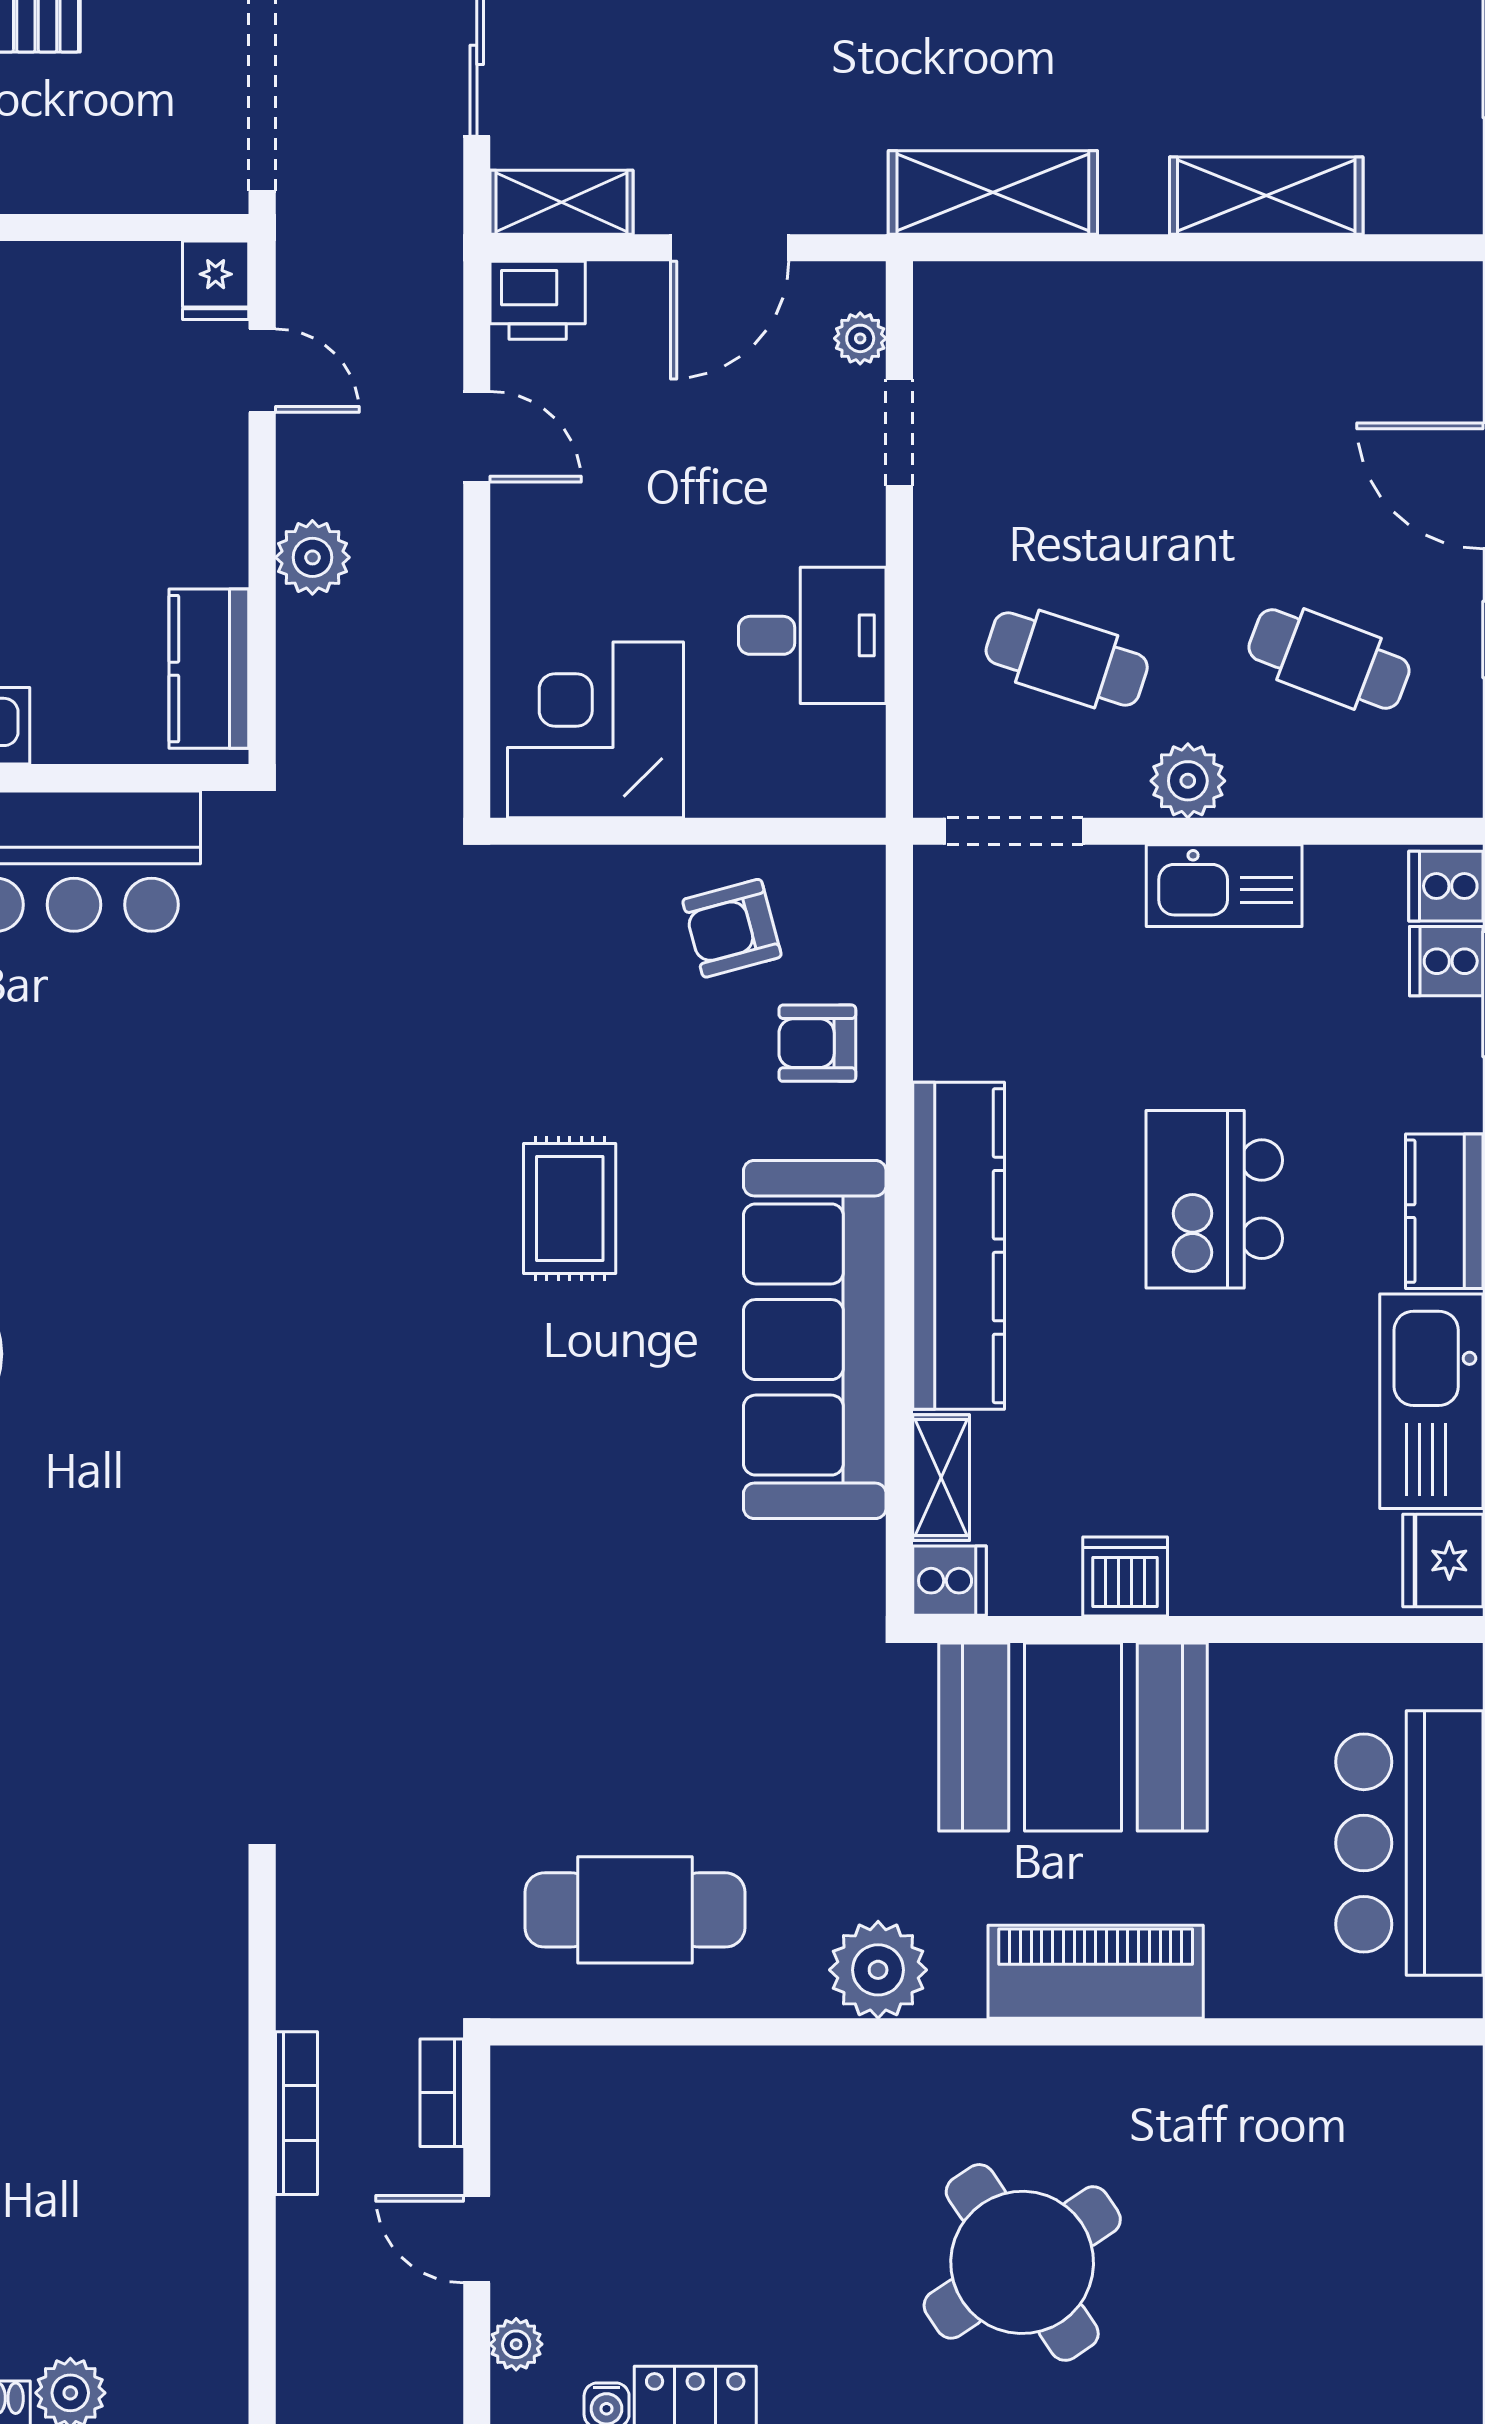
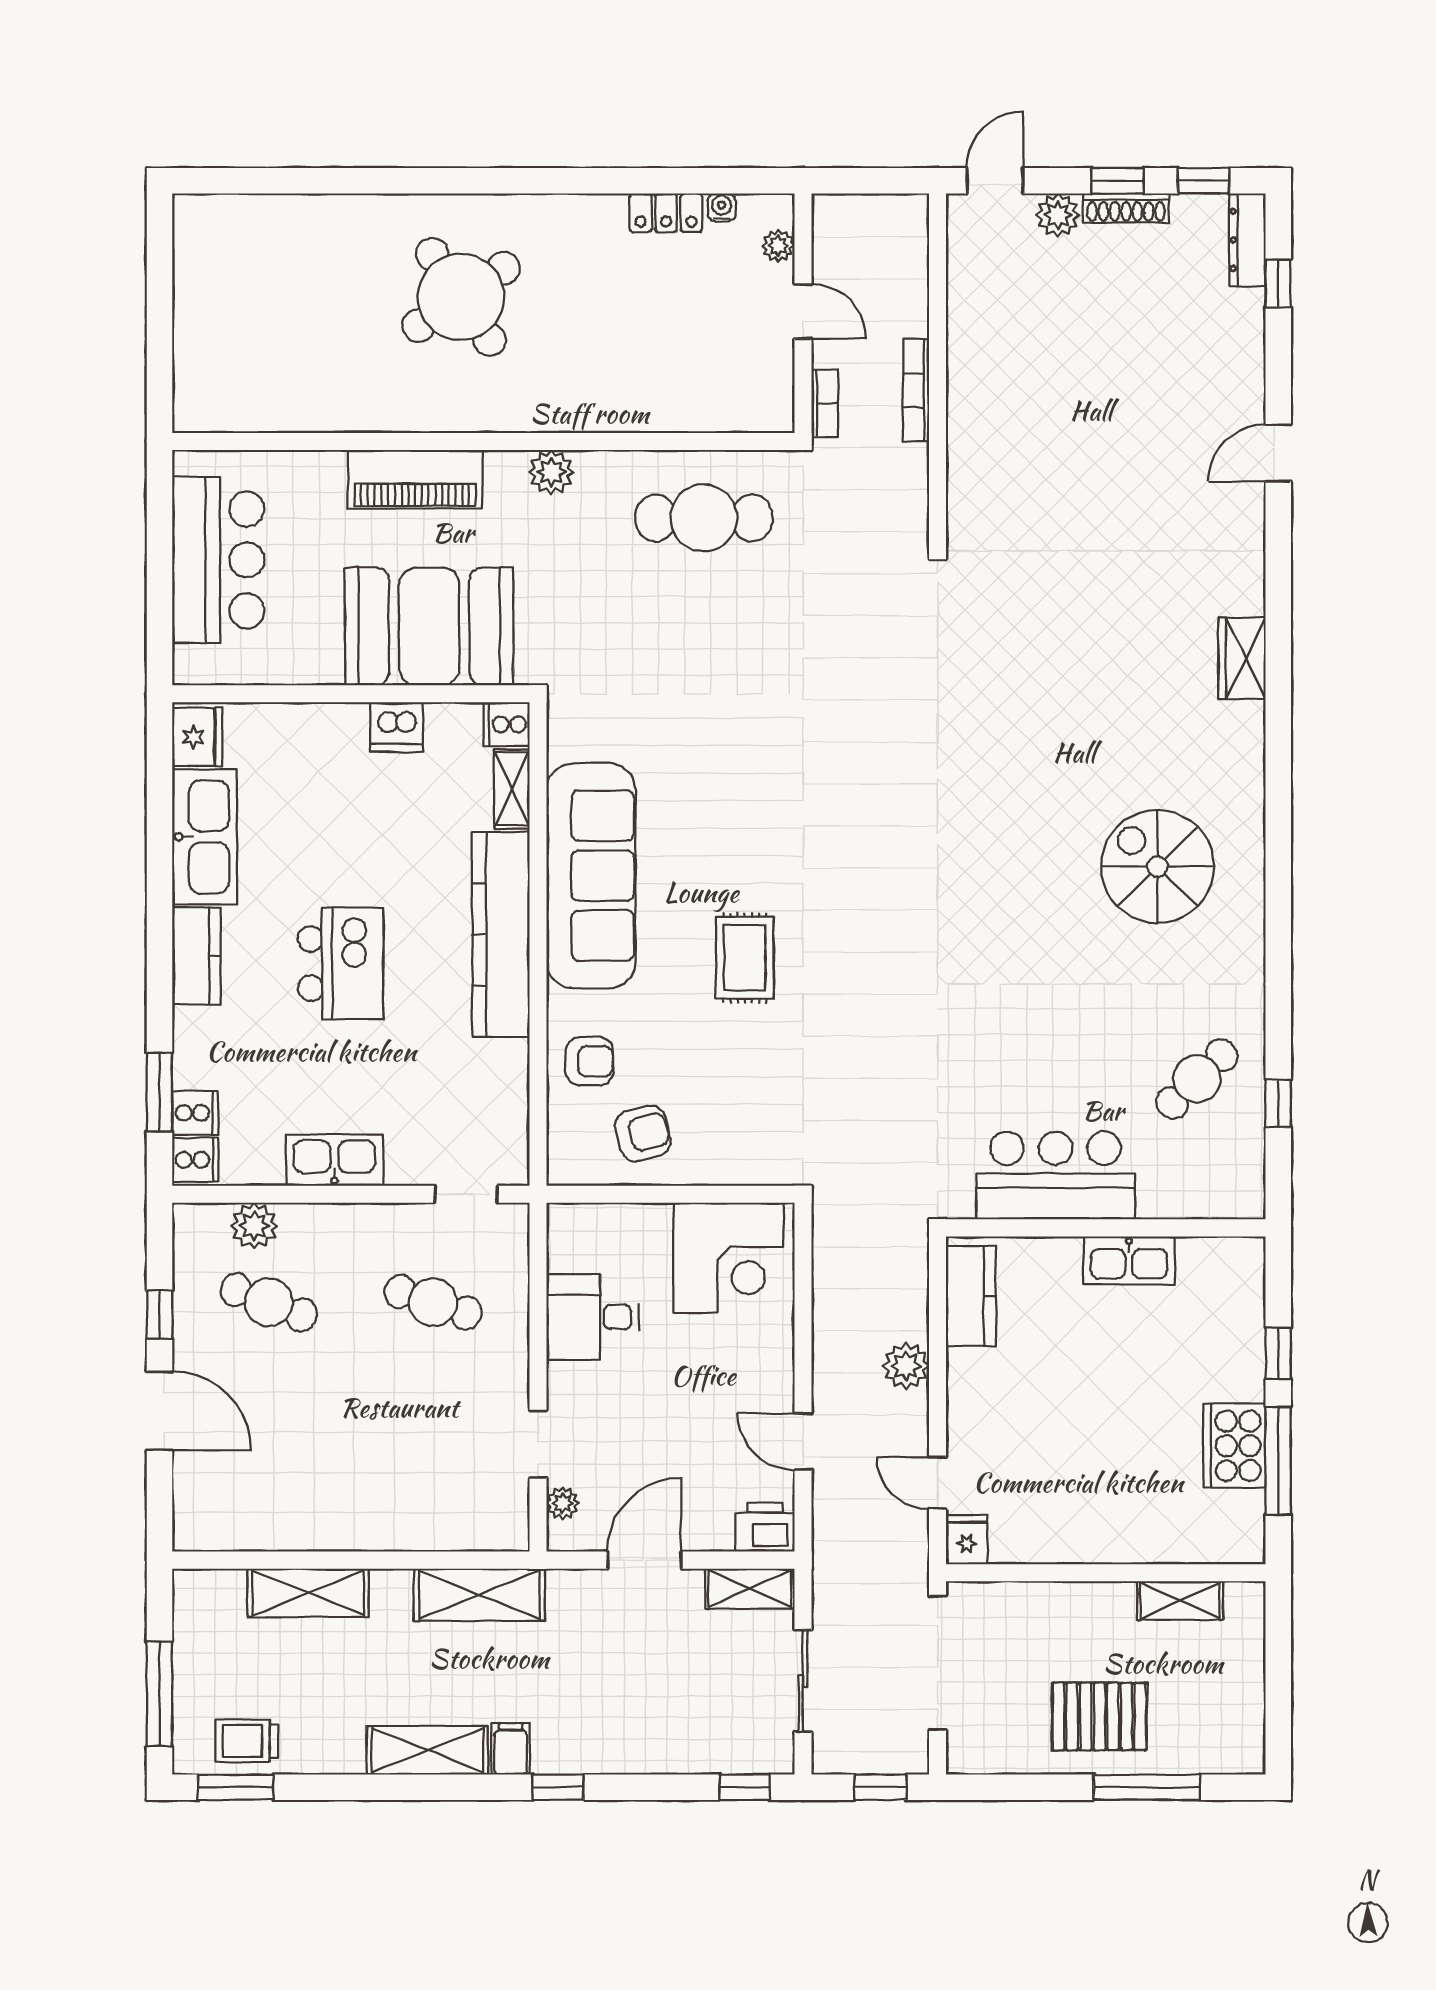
plant: (1188, 781) -> (254, 1226), moved
doorway: (1014, 831) -> (466, 1194), width x0.73
plant: (878, 1970) -> (551, 472), width x0.73, depth x0.73

